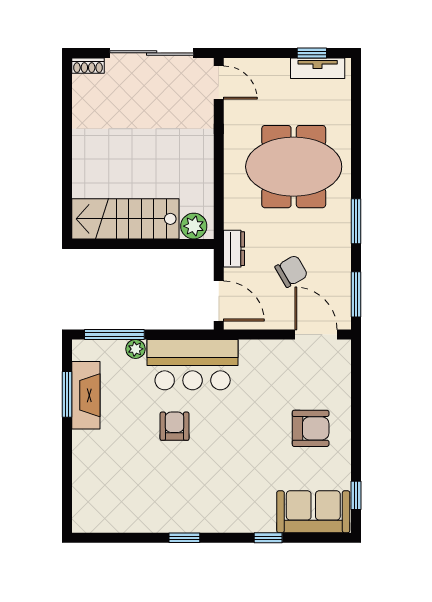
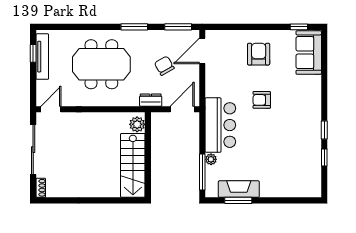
tv unit: (318, 68) -> (42, 57), width x1.41
meeting table: (294, 167) -> (101, 64), turned 90
armchair: (175, 426) -> (262, 100), moved
window: (268, 538) -> (324, 157), moved

